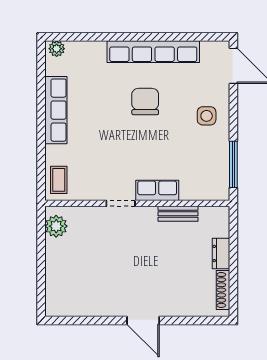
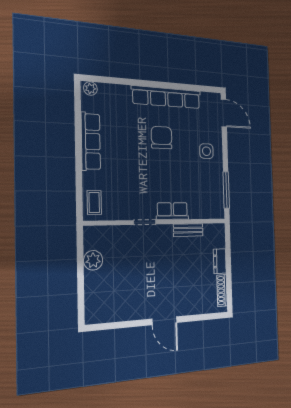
plant: (56, 226) -> (93, 260), moved

